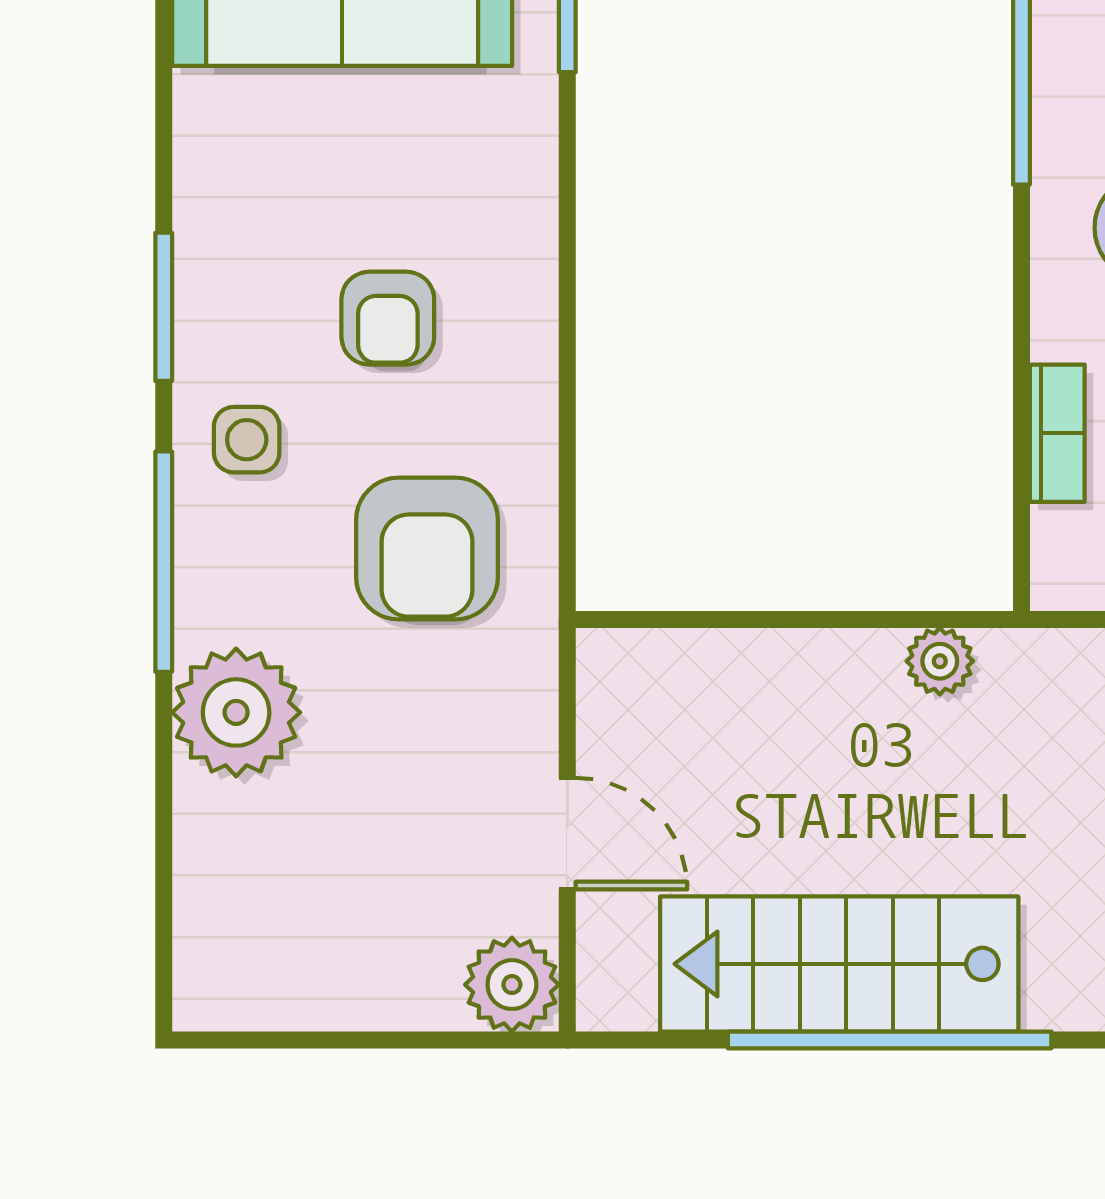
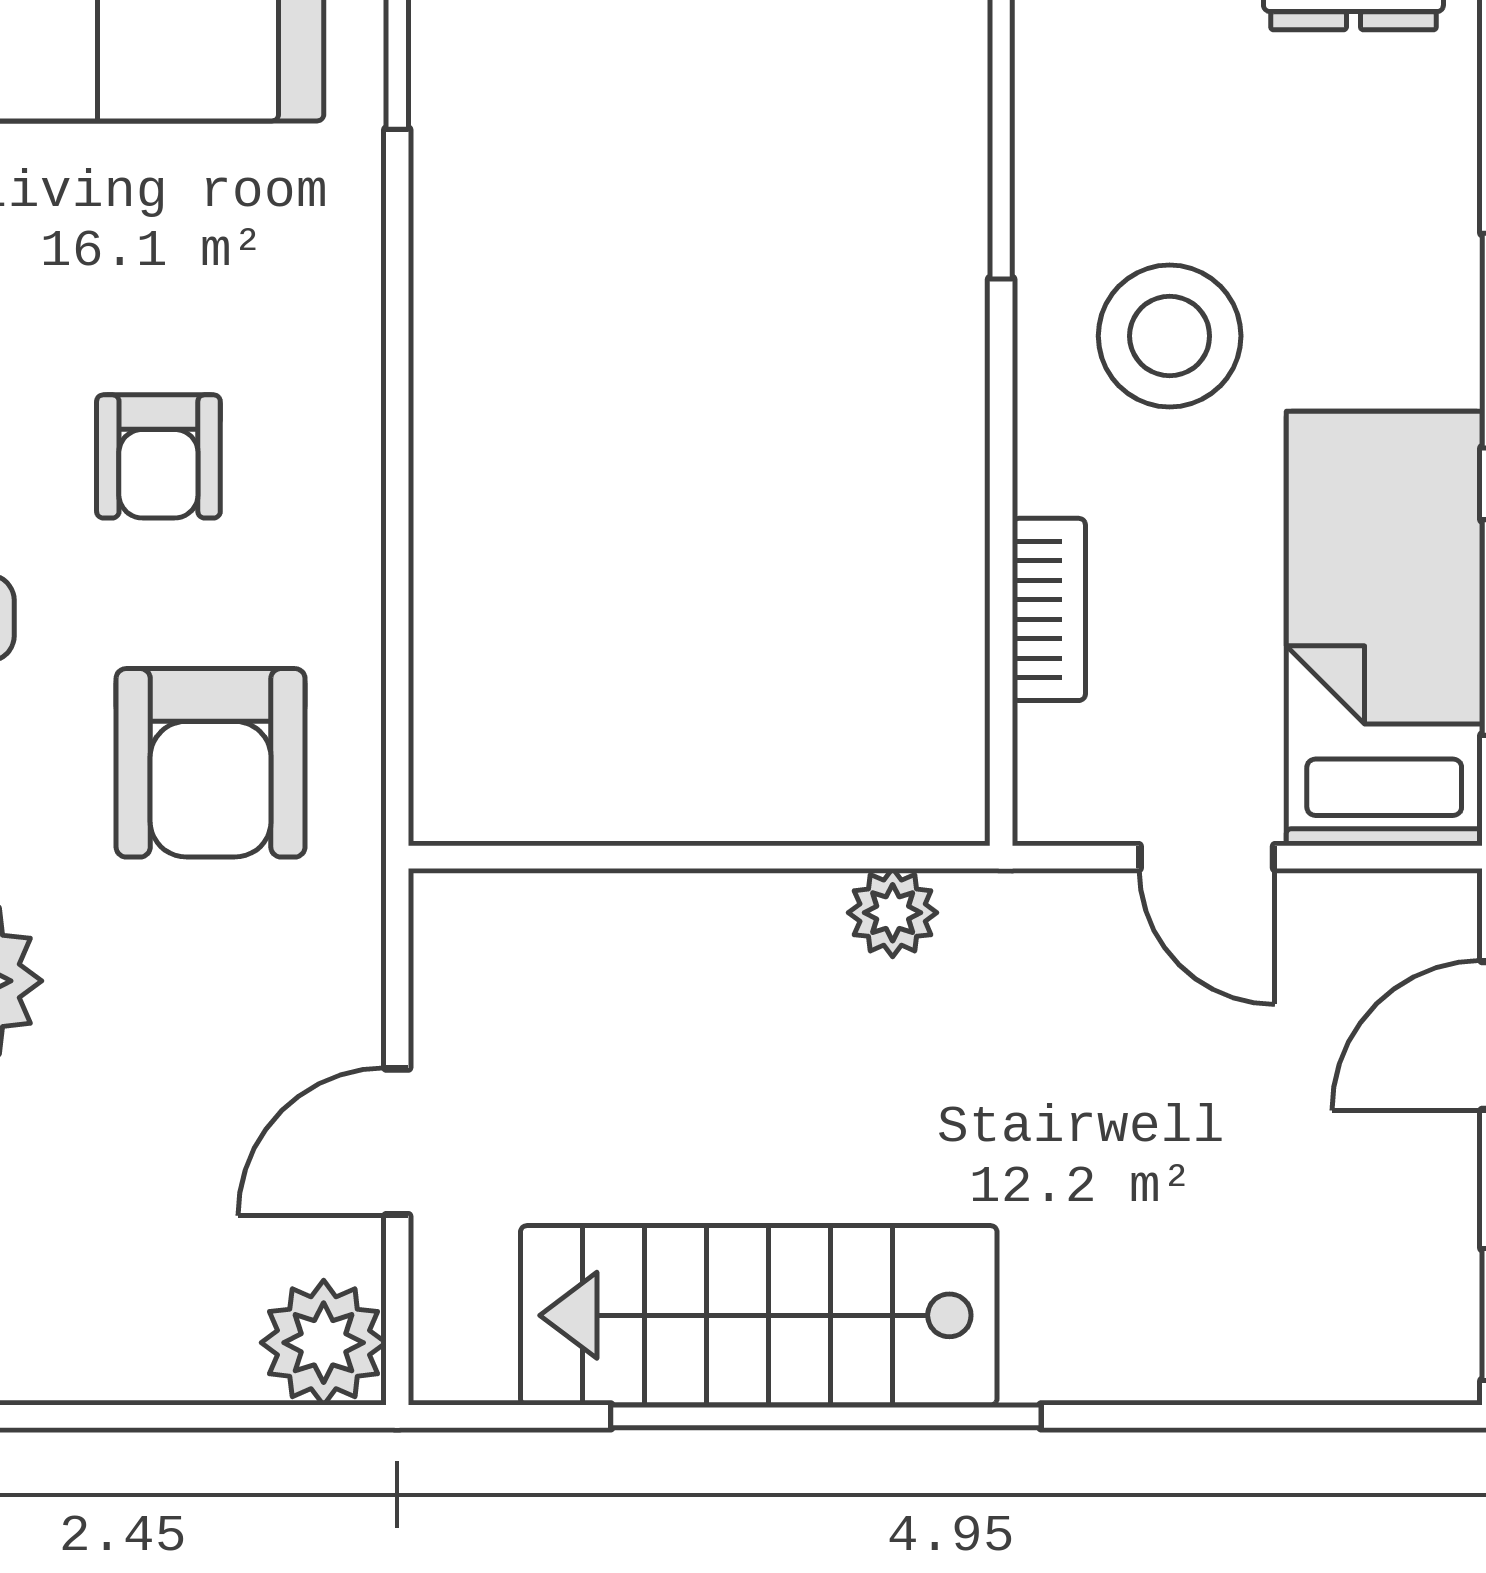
door: (567, 834) -> (397, 1142), swing flipped

